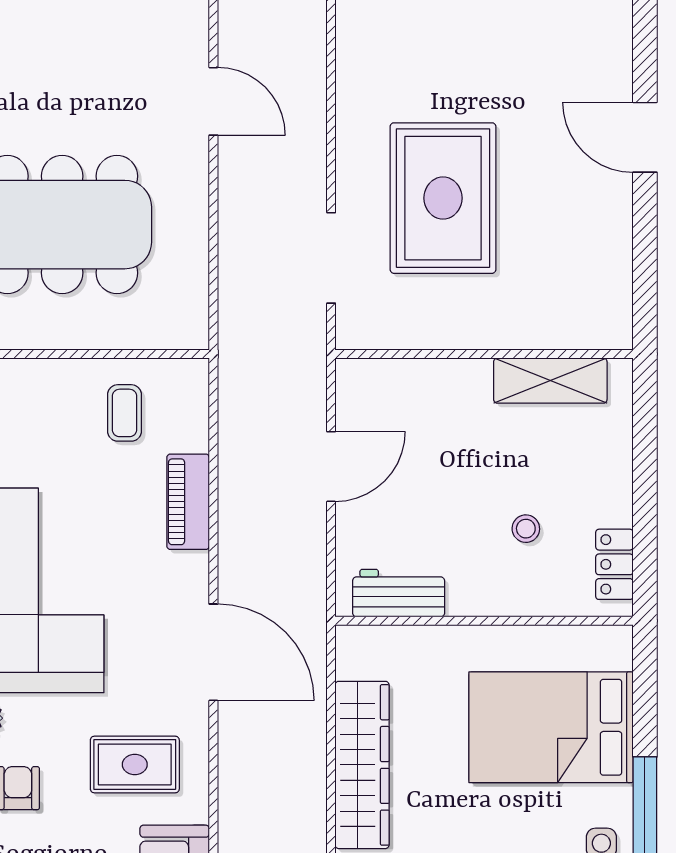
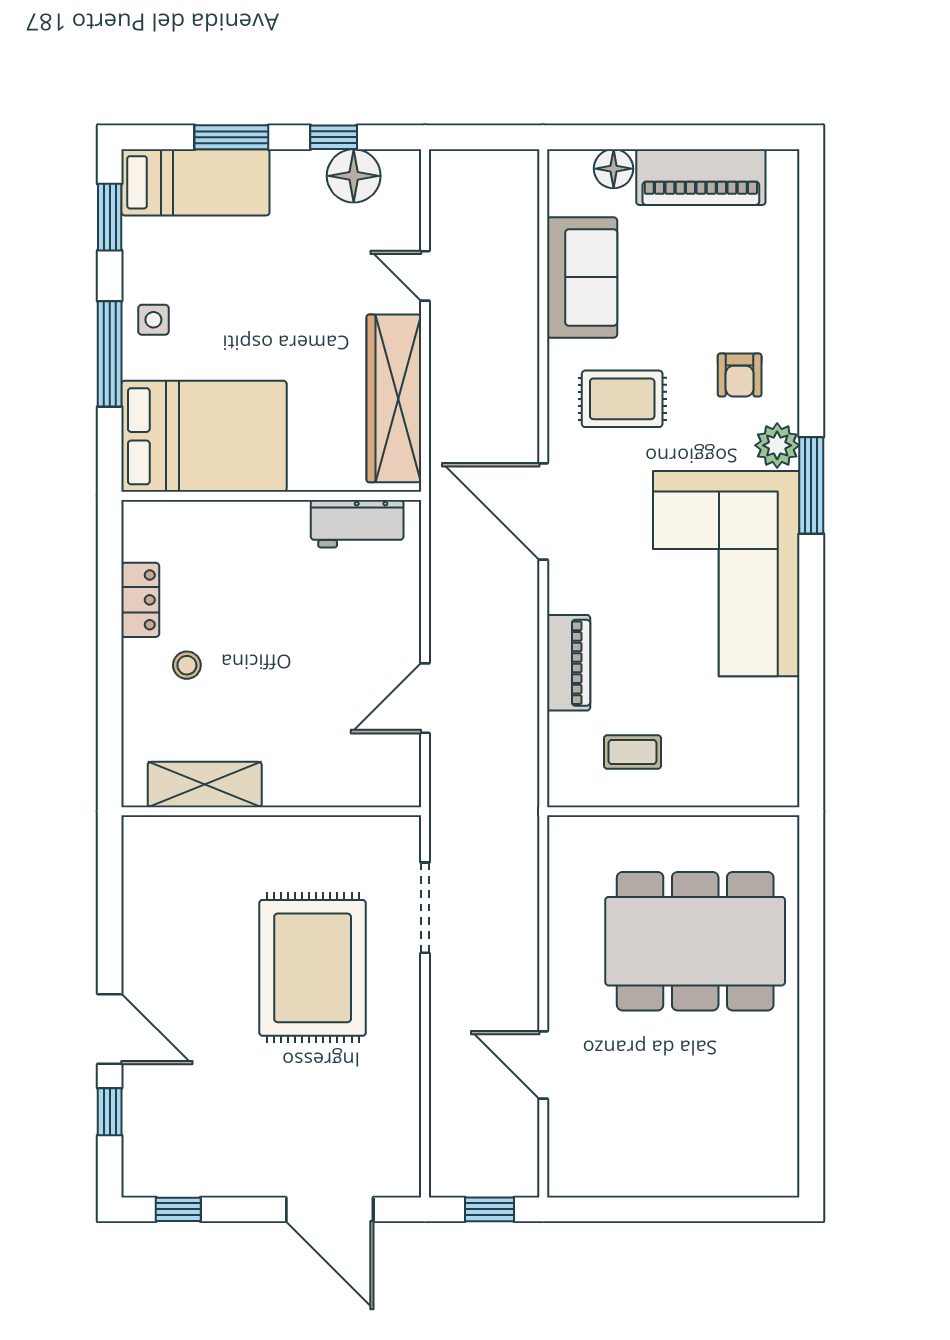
window: (645, 55) -> (110, 1112), added
coffee table: (125, 413) -> (633, 752), turned 90
stool: (526, 529) -> (187, 665), moved
workbench: (399, 593) -> (357, 524), moved
wall: (484, 621) -> (271, 496), moved

